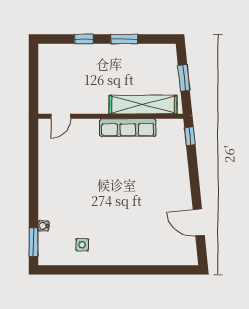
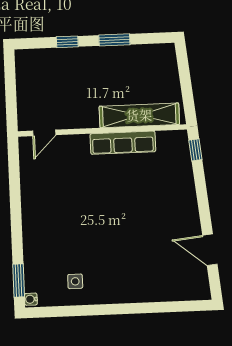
window: (184, 78) -> (186, 82), removed
water cooler: (43, 226) -> (31, 299), moved

